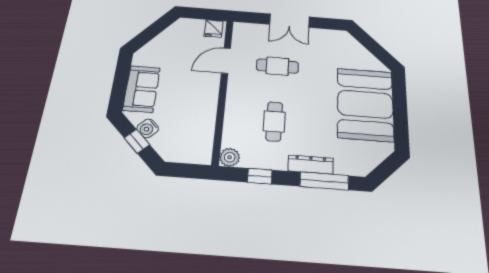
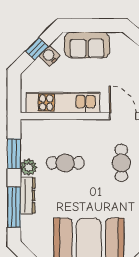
kitchen unit: (204, 118) -> (63, 103), added
plant: (230, 157) -> (29, 167), moved
window: (260, 176) -> (14, 154), width x1.50

